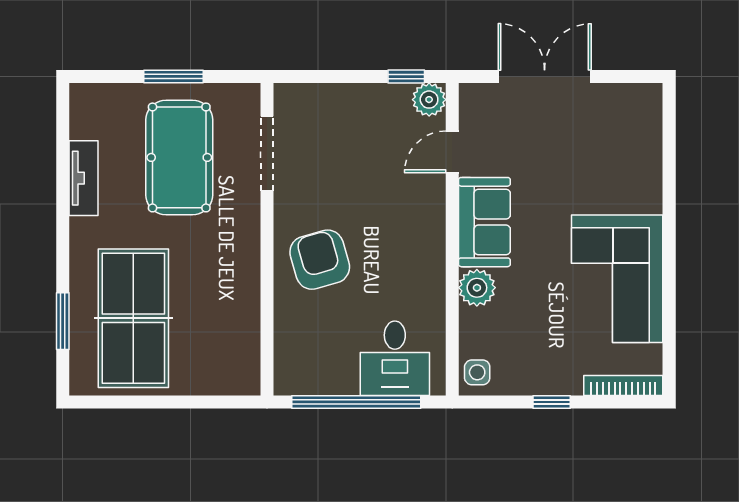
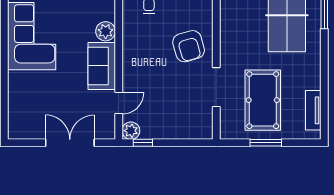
double door: (545, 76) -> (70, 143), swing flipped
doorway: (267, 154) -> (216, 87), moved
tv unit: (84, 178) -> (313, 110), moved

